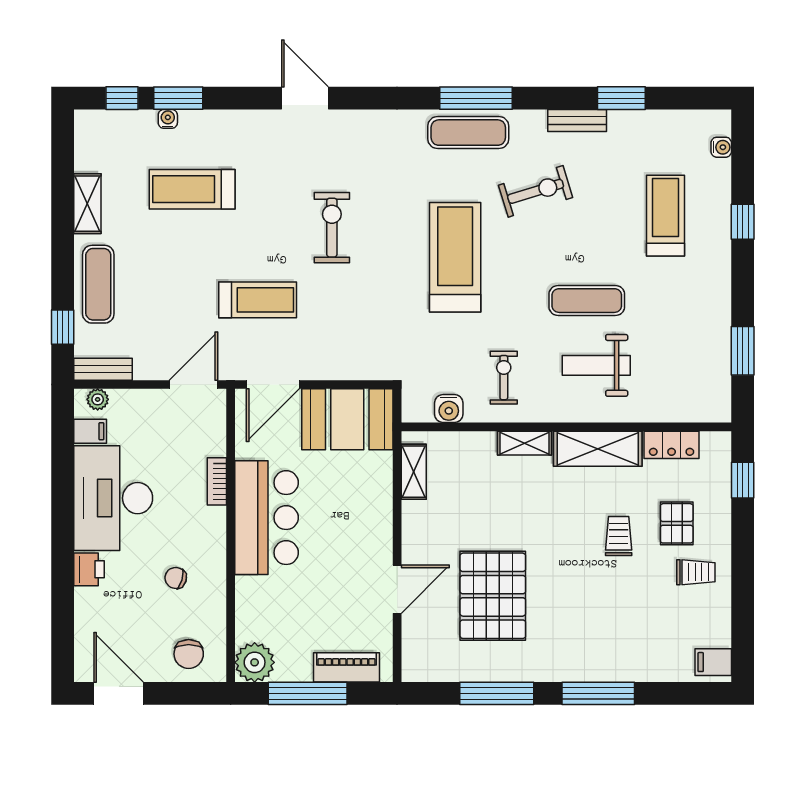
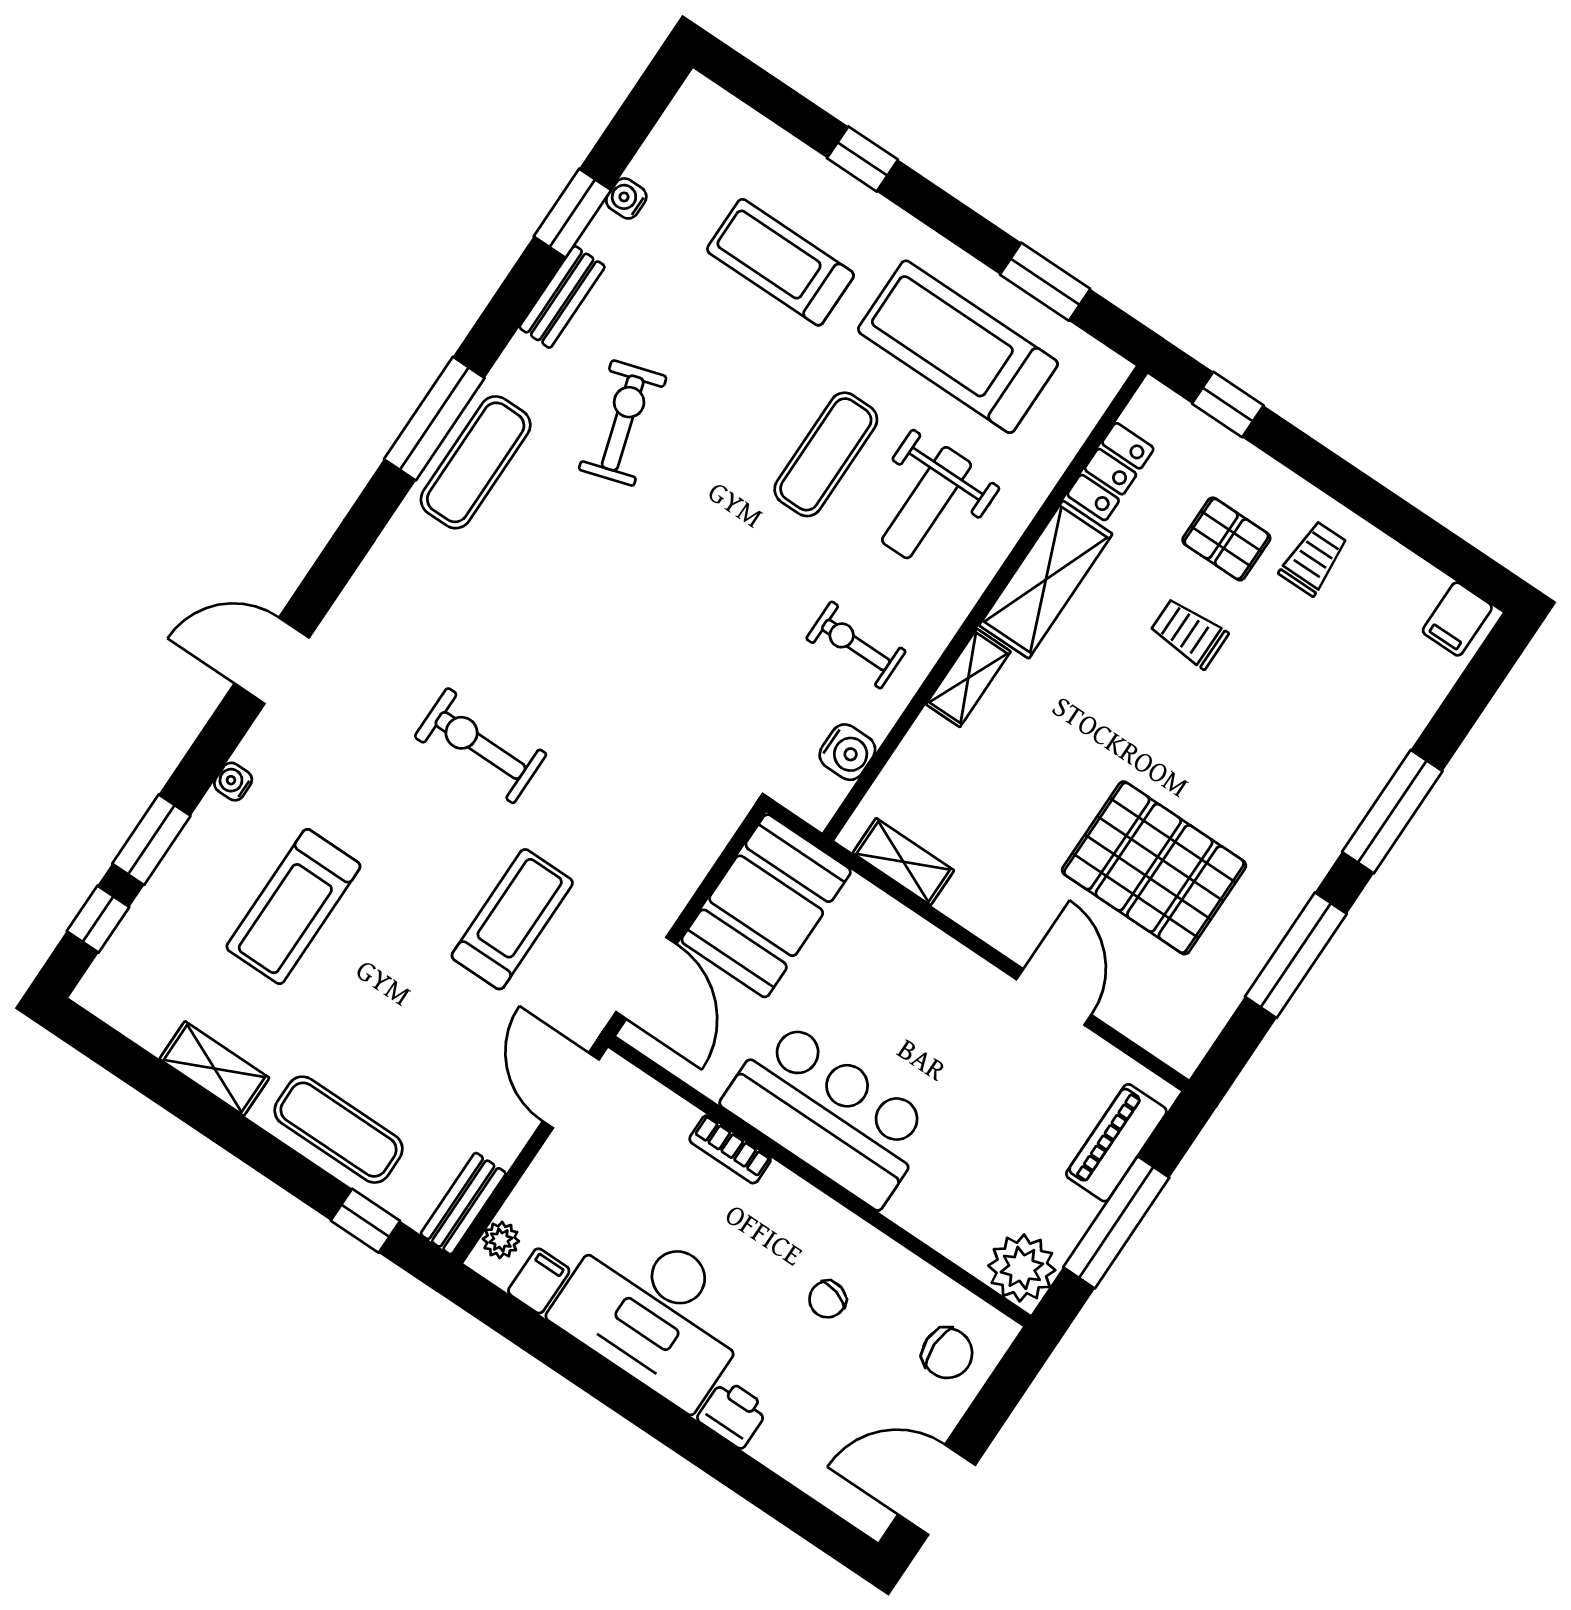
water cooler: (168, 119) -> (233, 782), moved
water cooler: (721, 147) -> (626, 198), moved, turned -90
treadmill: (455, 257) -> (958, 347), moved

